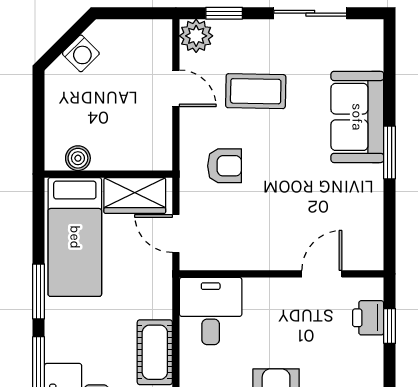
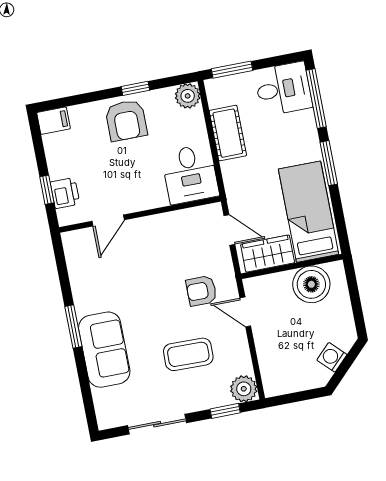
door: (176, 88) -> (245, 312), moved
boiler: (78, 158) -> (311, 284), width x1.86, depth x1.86

